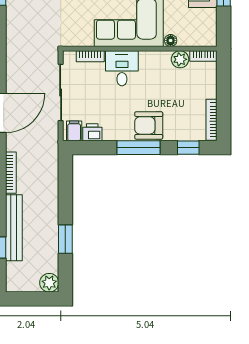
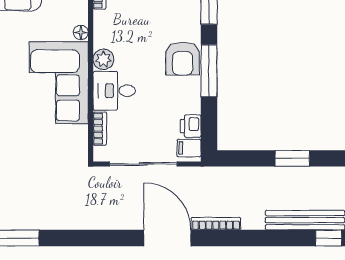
plant: (180, 59) -> (103, 59), moved
bookcase: (11, 173) -> (216, 224), moved
window: (65, 239) -> (292, 158), moved

